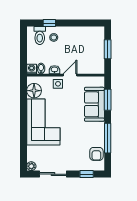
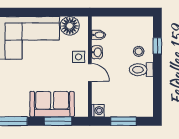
toilet: (40, 36) -> (141, 70), moved
washing machine: (32, 69) -> (98, 111), moved

